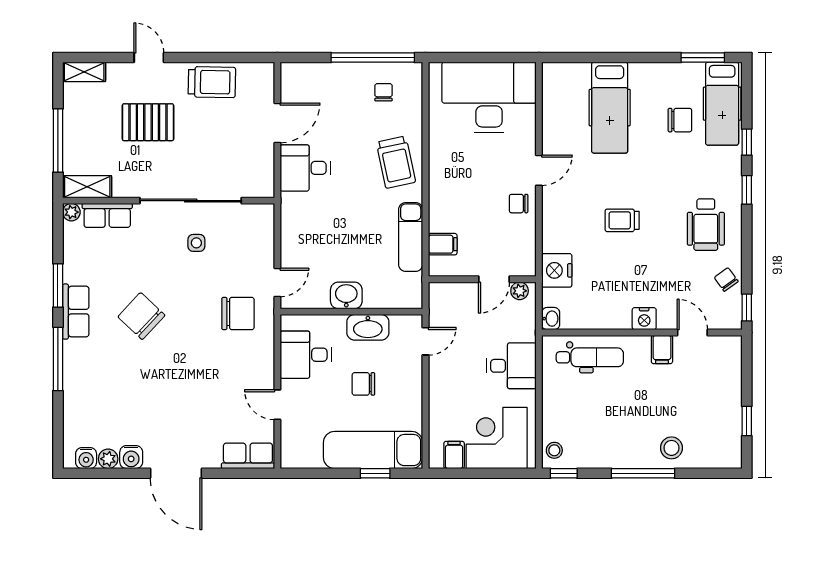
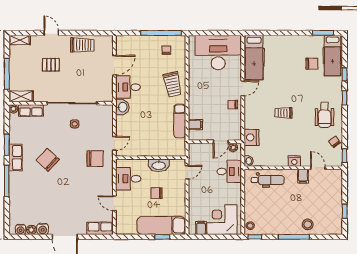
hospital bed: (610, 108) -> (254, 58), moved
pallet: (148, 122) -> (51, 65), width x0.67, depth x0.71
washbasin: (346, 295) -> (122, 107), moved, turned 90
desk: (511, 366) -> (229, 171), moved

